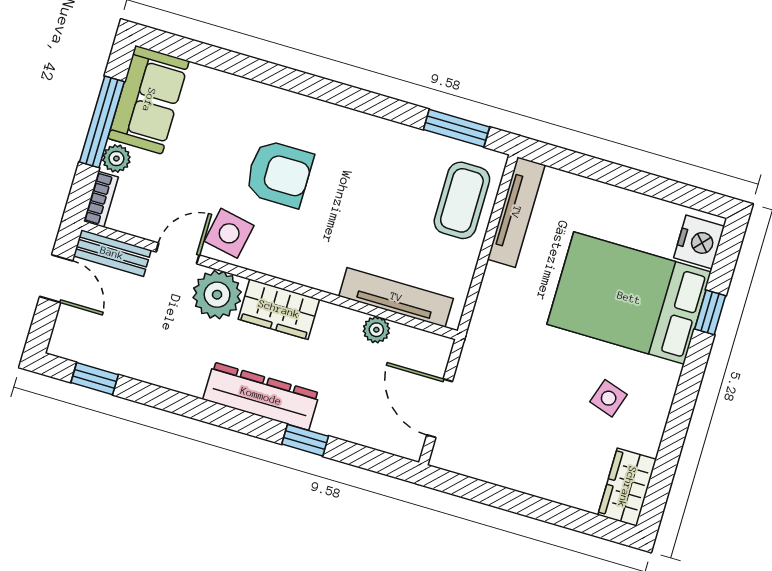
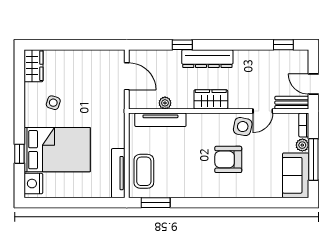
plant: (217, 295) -> (240, 98), removed

